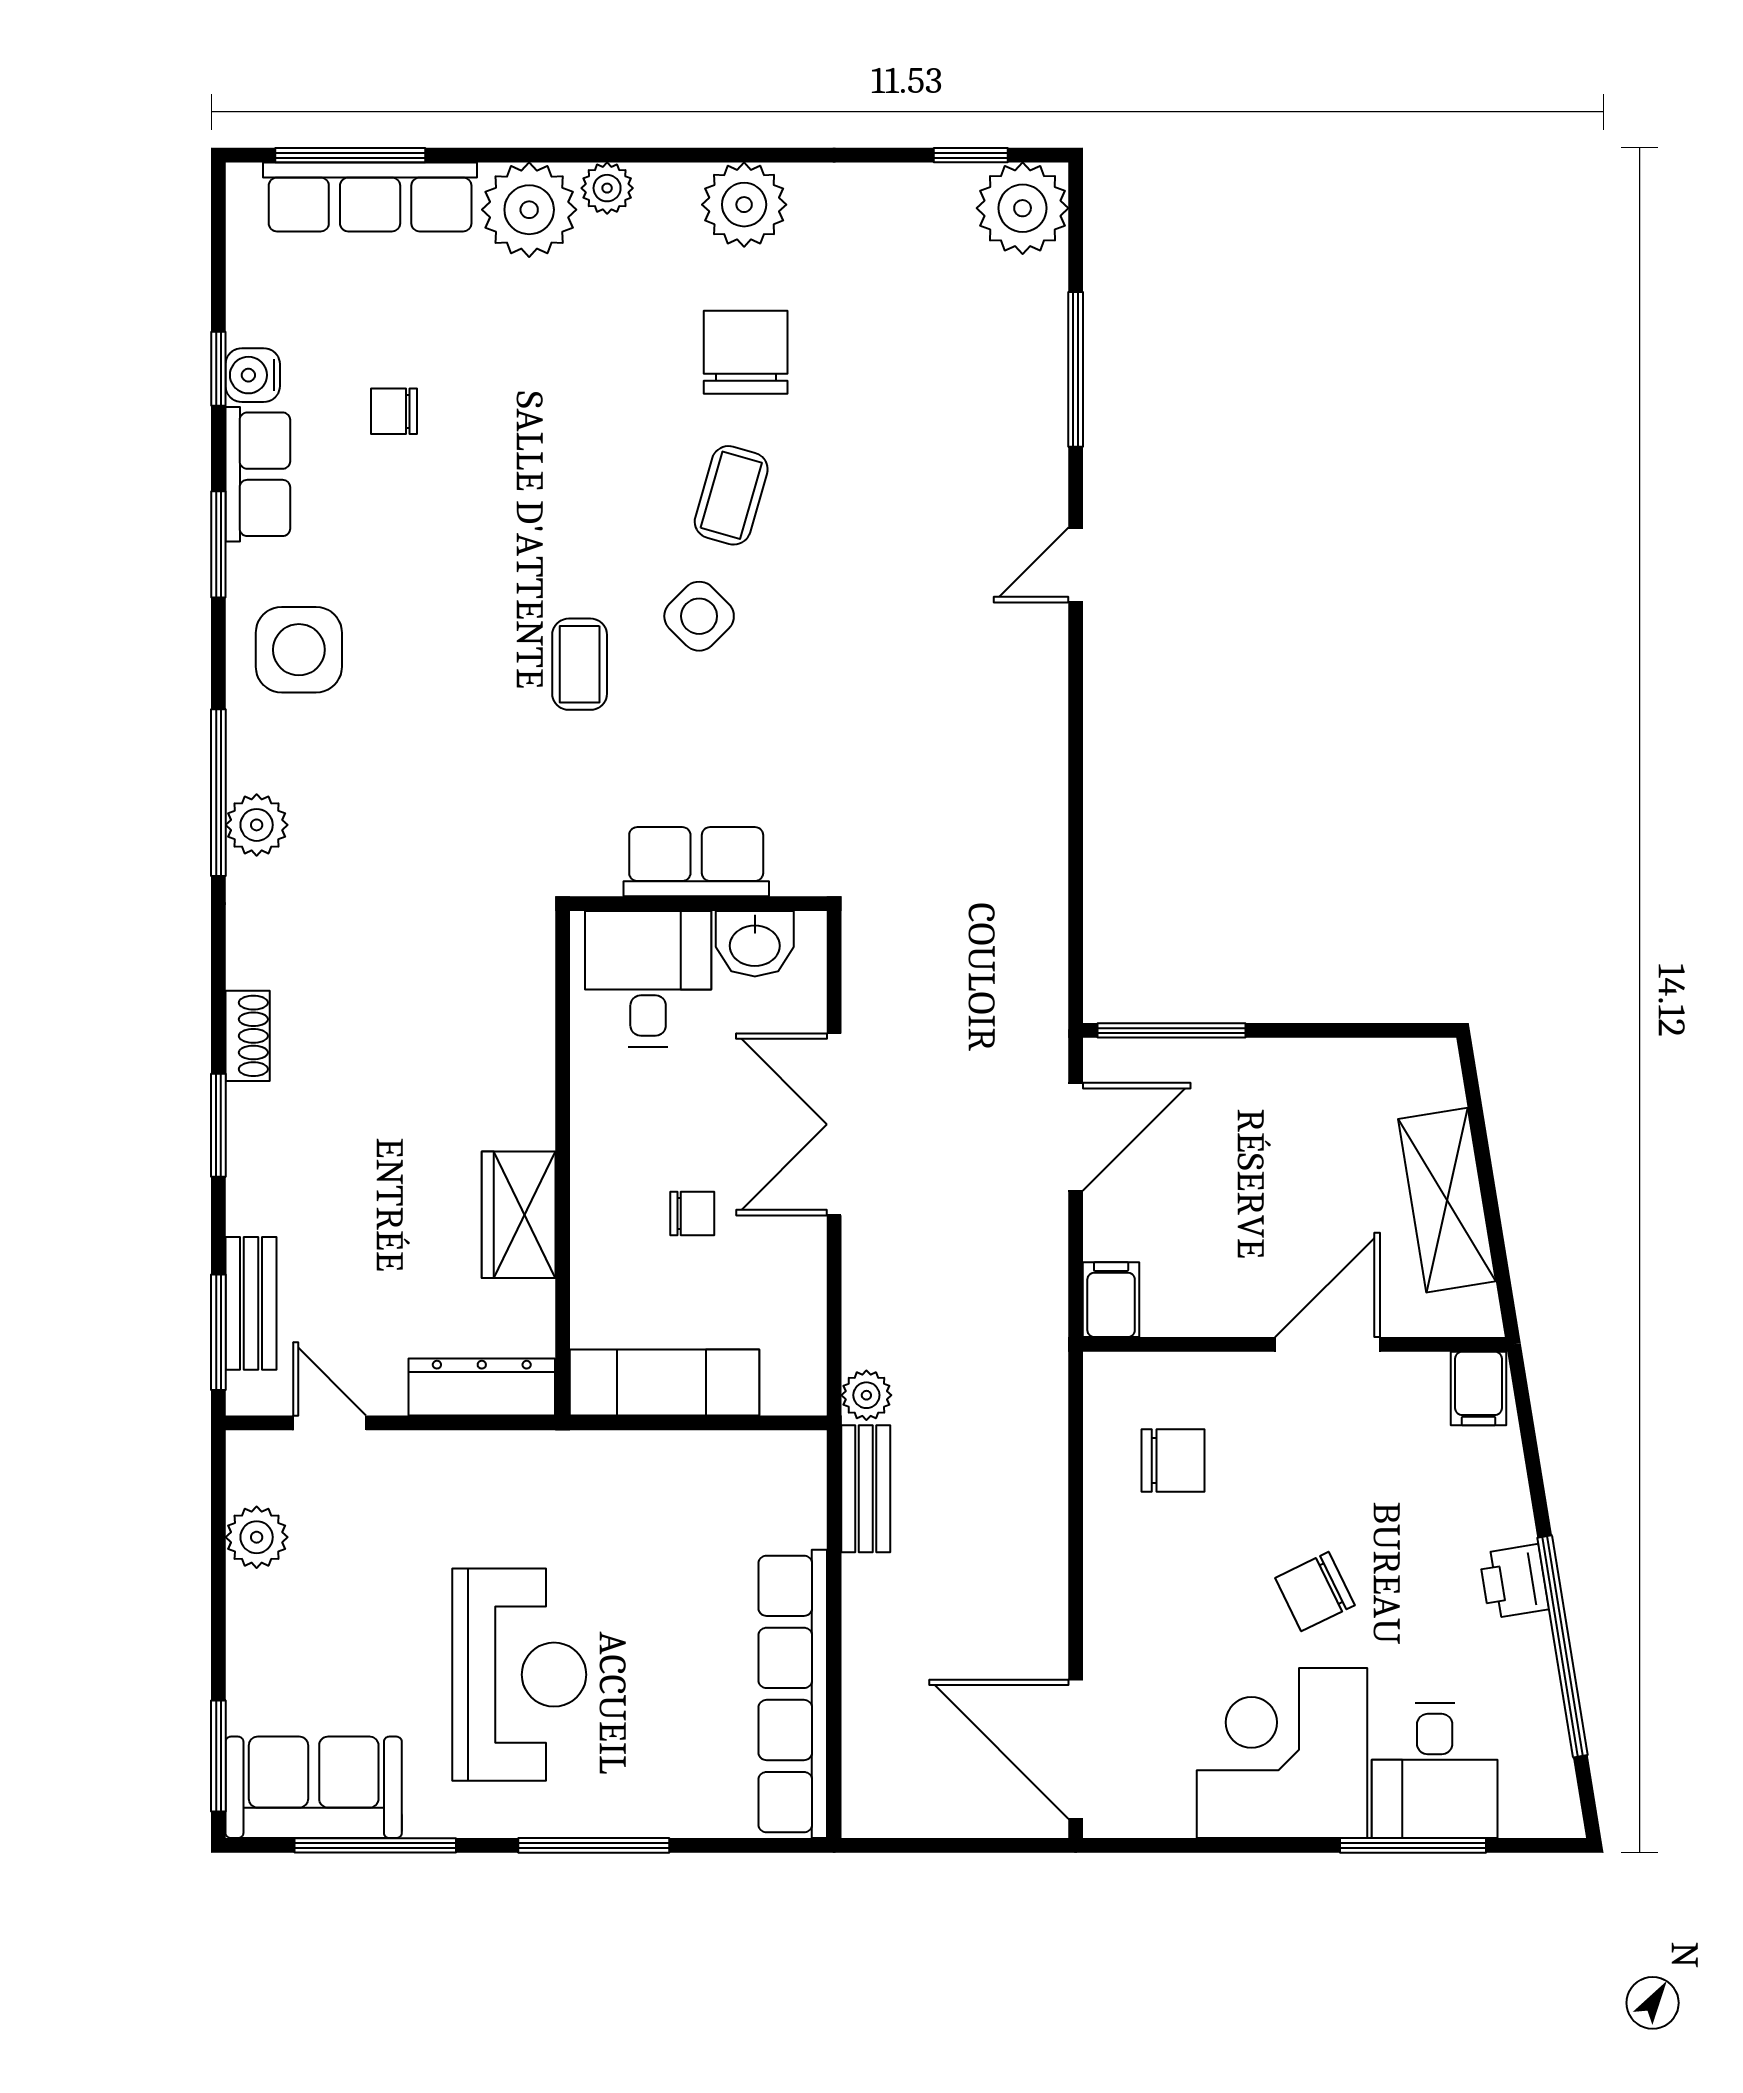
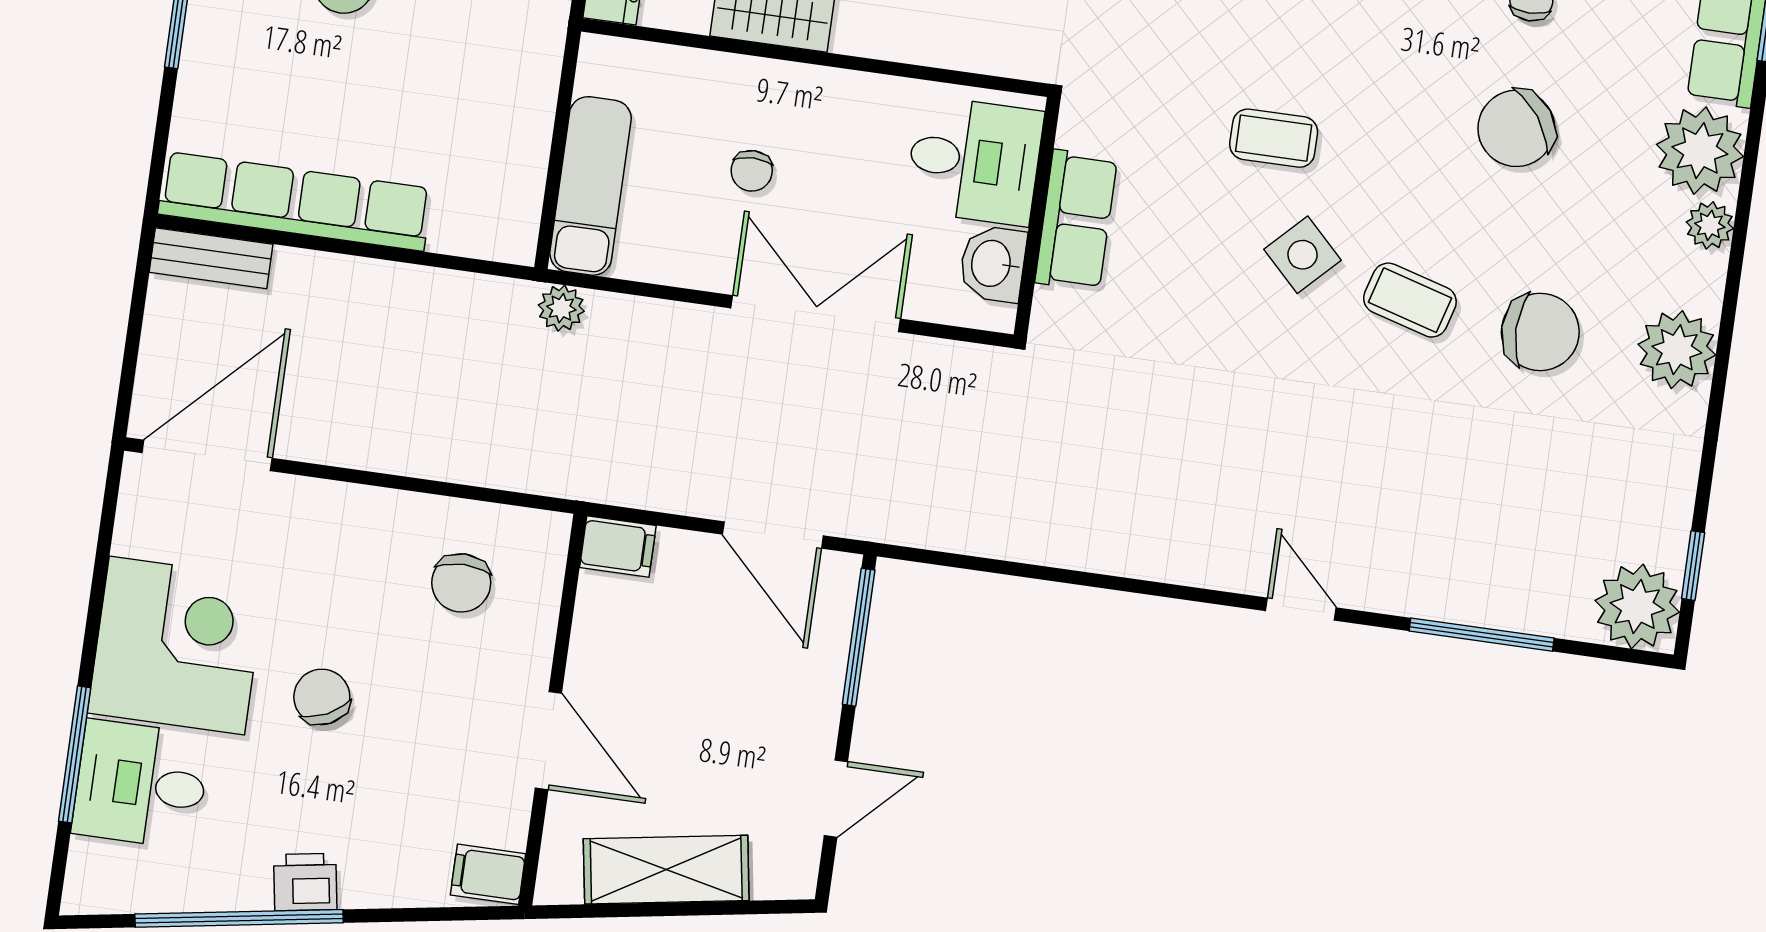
chair: (533, 408) -> (1516, 128), added
door: (1346, 1030) -> (836, 799), added
exam couch: (664, 1382) -> (591, 186), moved
bench: (866, 1489) -> (211, 258), moved

